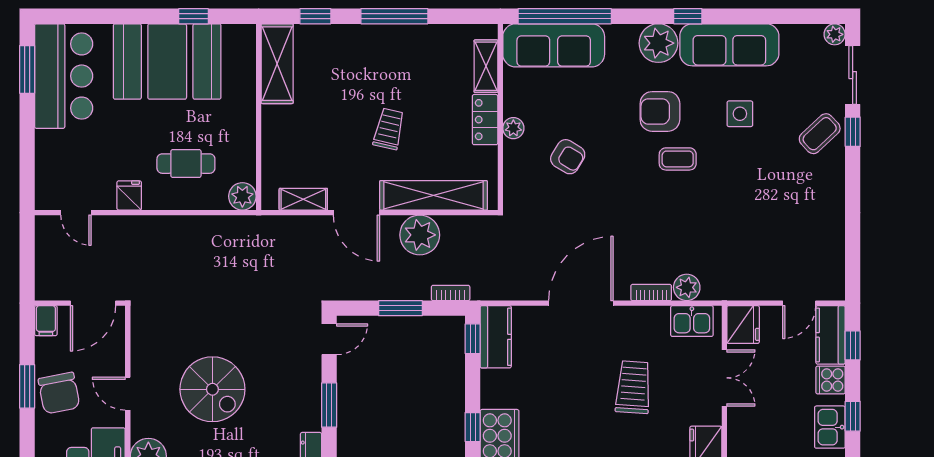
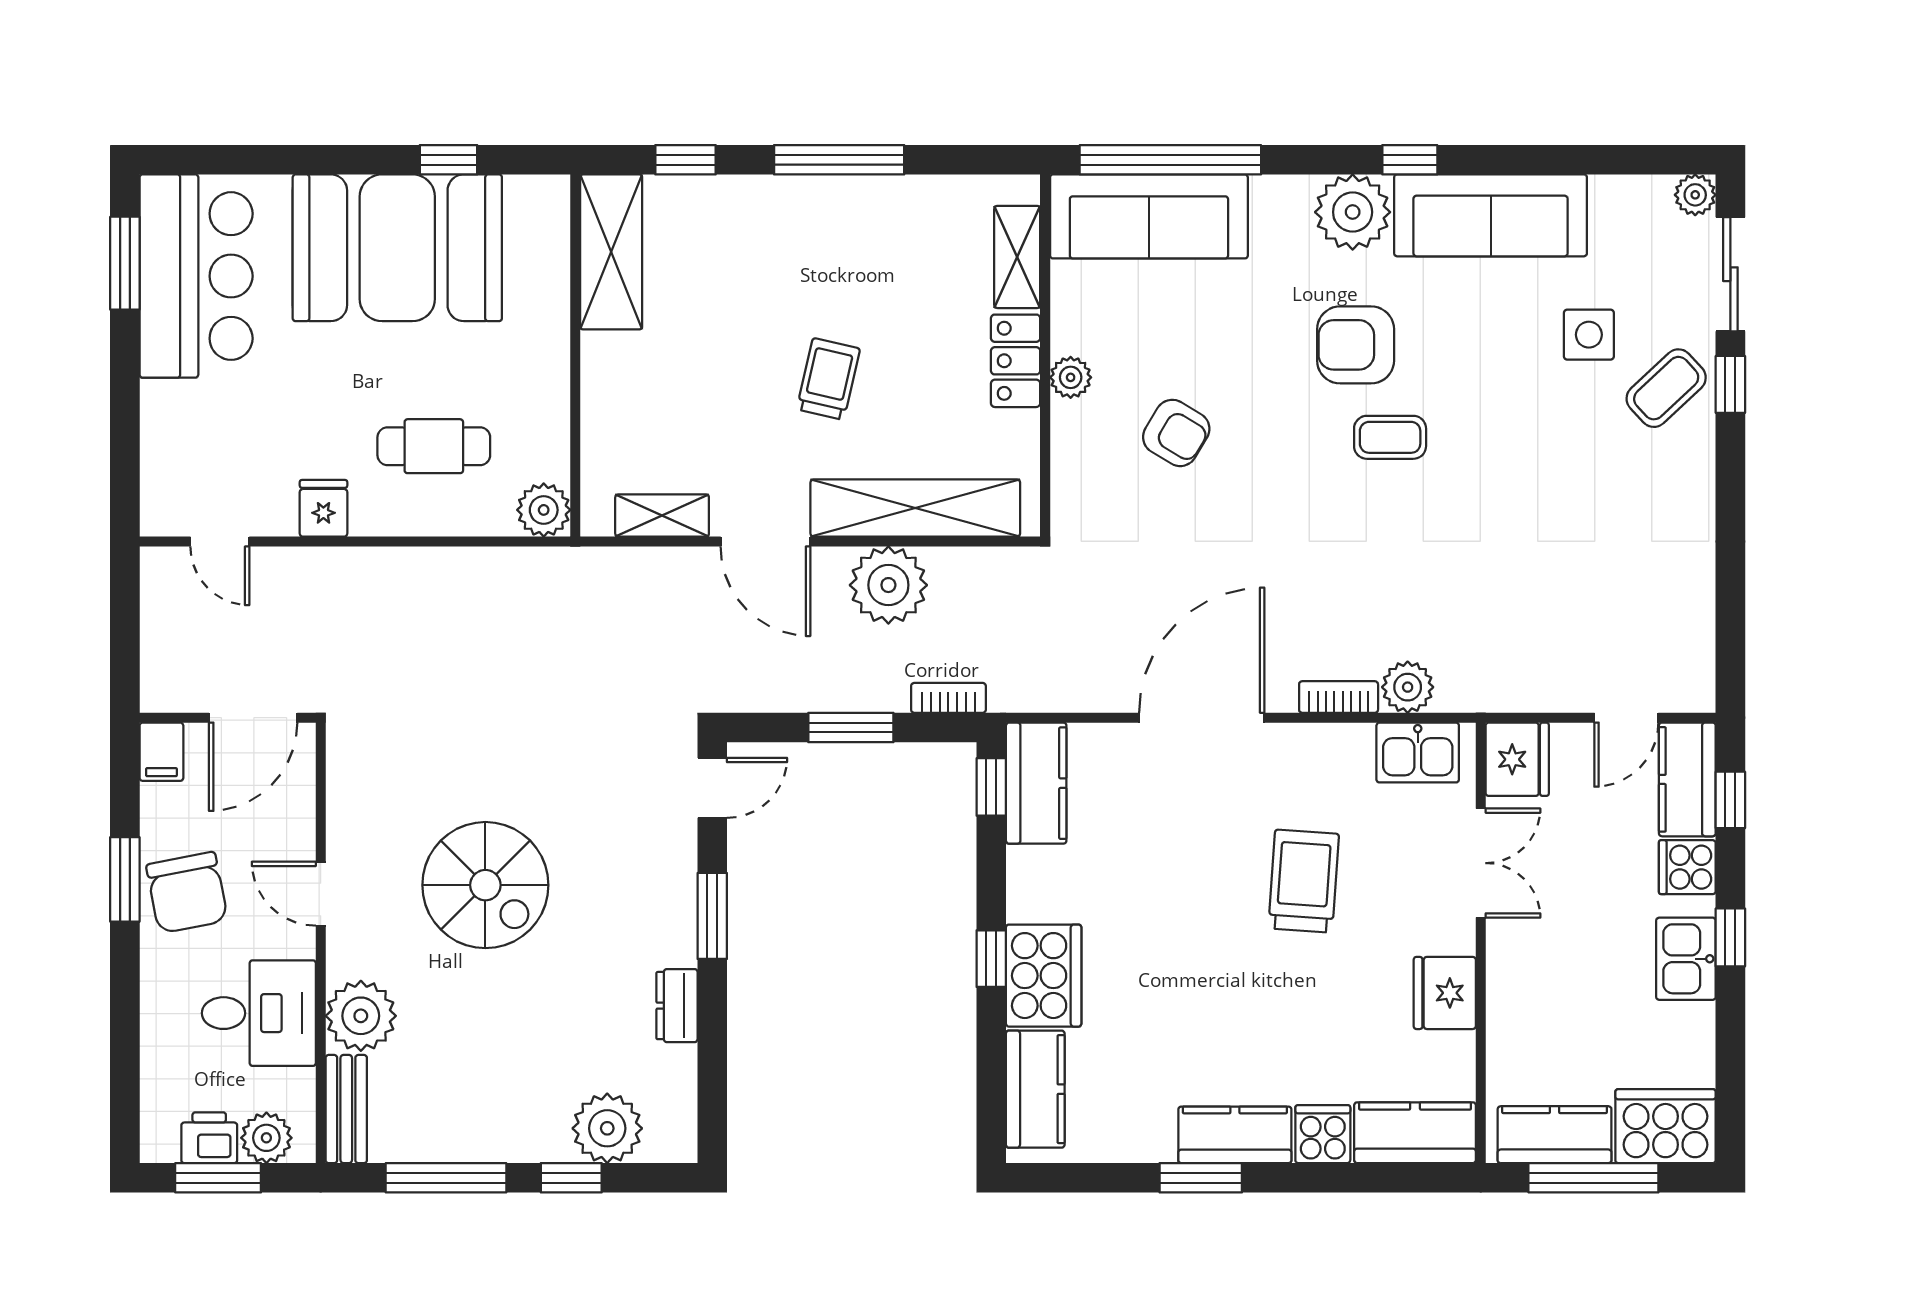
side table: (740, 114) -> (1589, 335), moved

